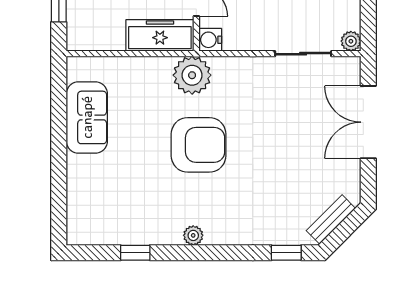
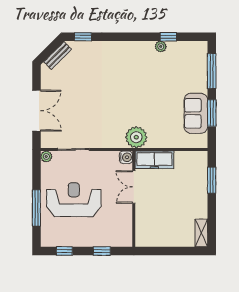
window: (59, 118) -> (212, 113), added
armchair: (199, 145) -> (133, 98), removed
window: (59, 192) -> (212, 71), added
plant: (193, 235) -> (161, 47), moved

